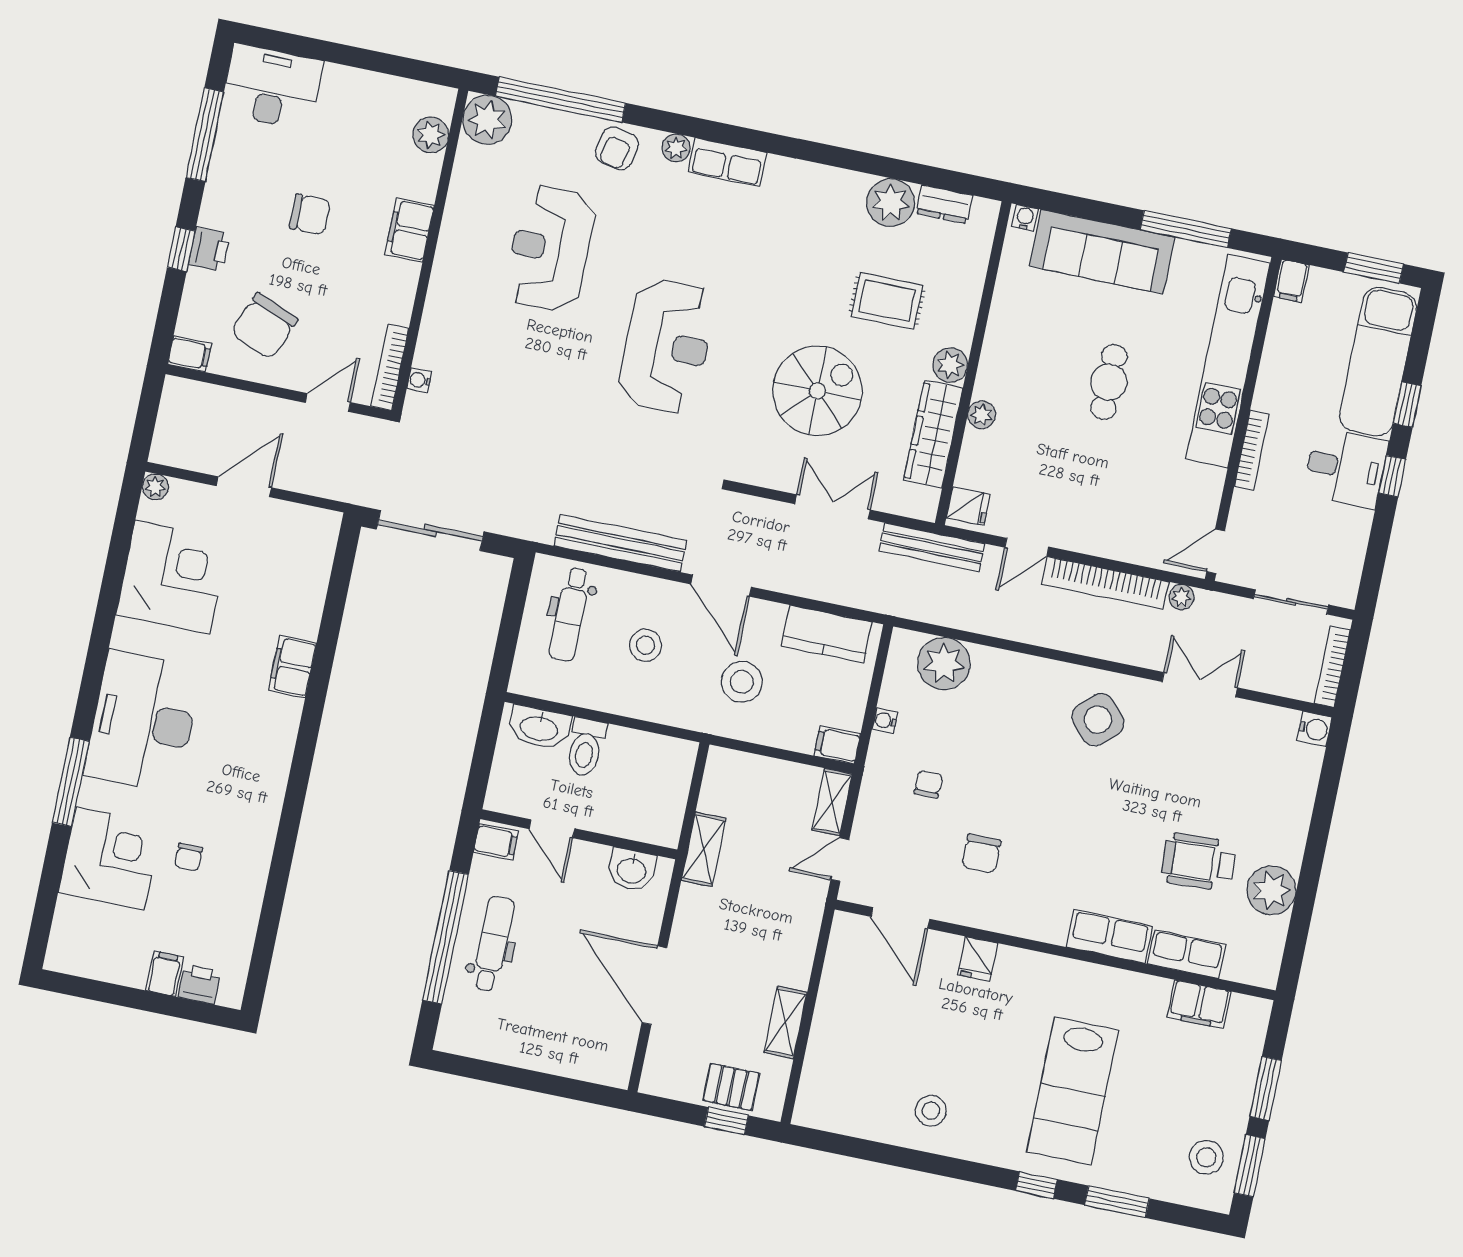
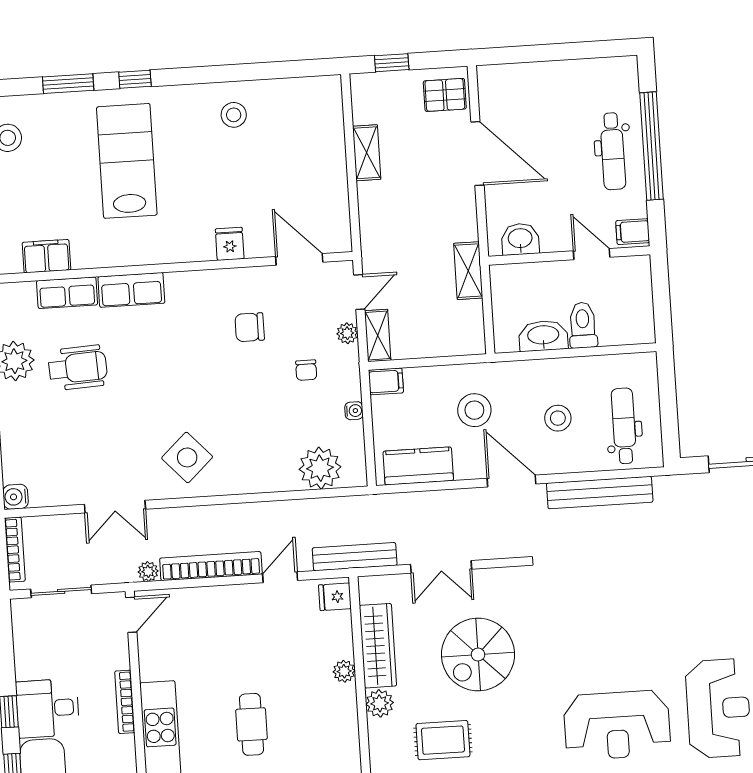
reception desk: (667, 346) -> (617, 725), moved, turned -90
washbasin: (539, 728) -> (543, 336), moved
plant: (868, 815) -> (347, 333), added
chair: (981, 854) -> (250, 327), turned -90
pallet: (731, 1087) -> (445, 95), moved

